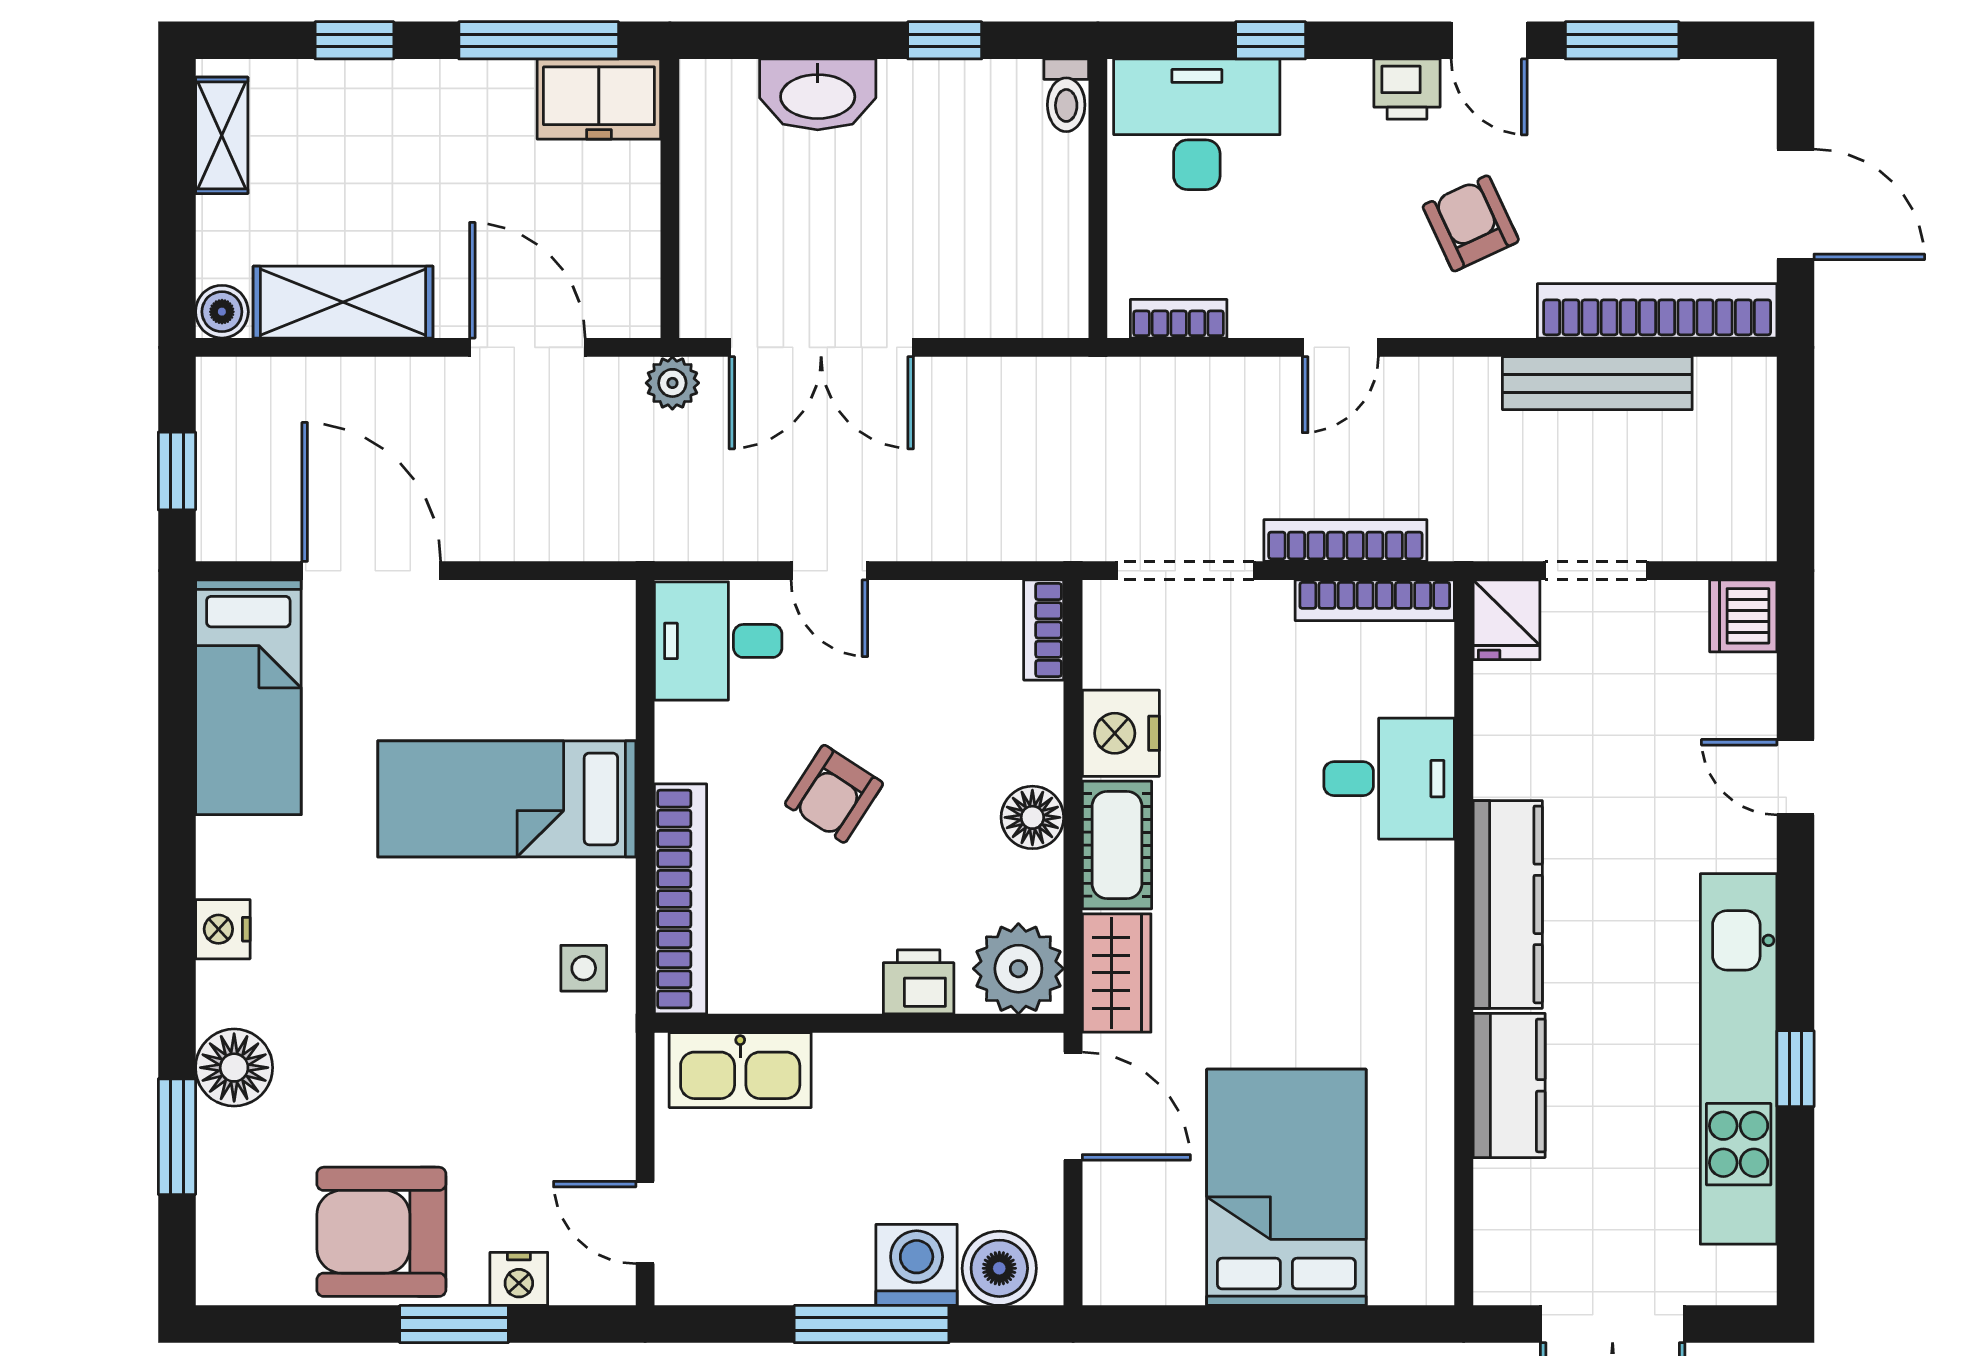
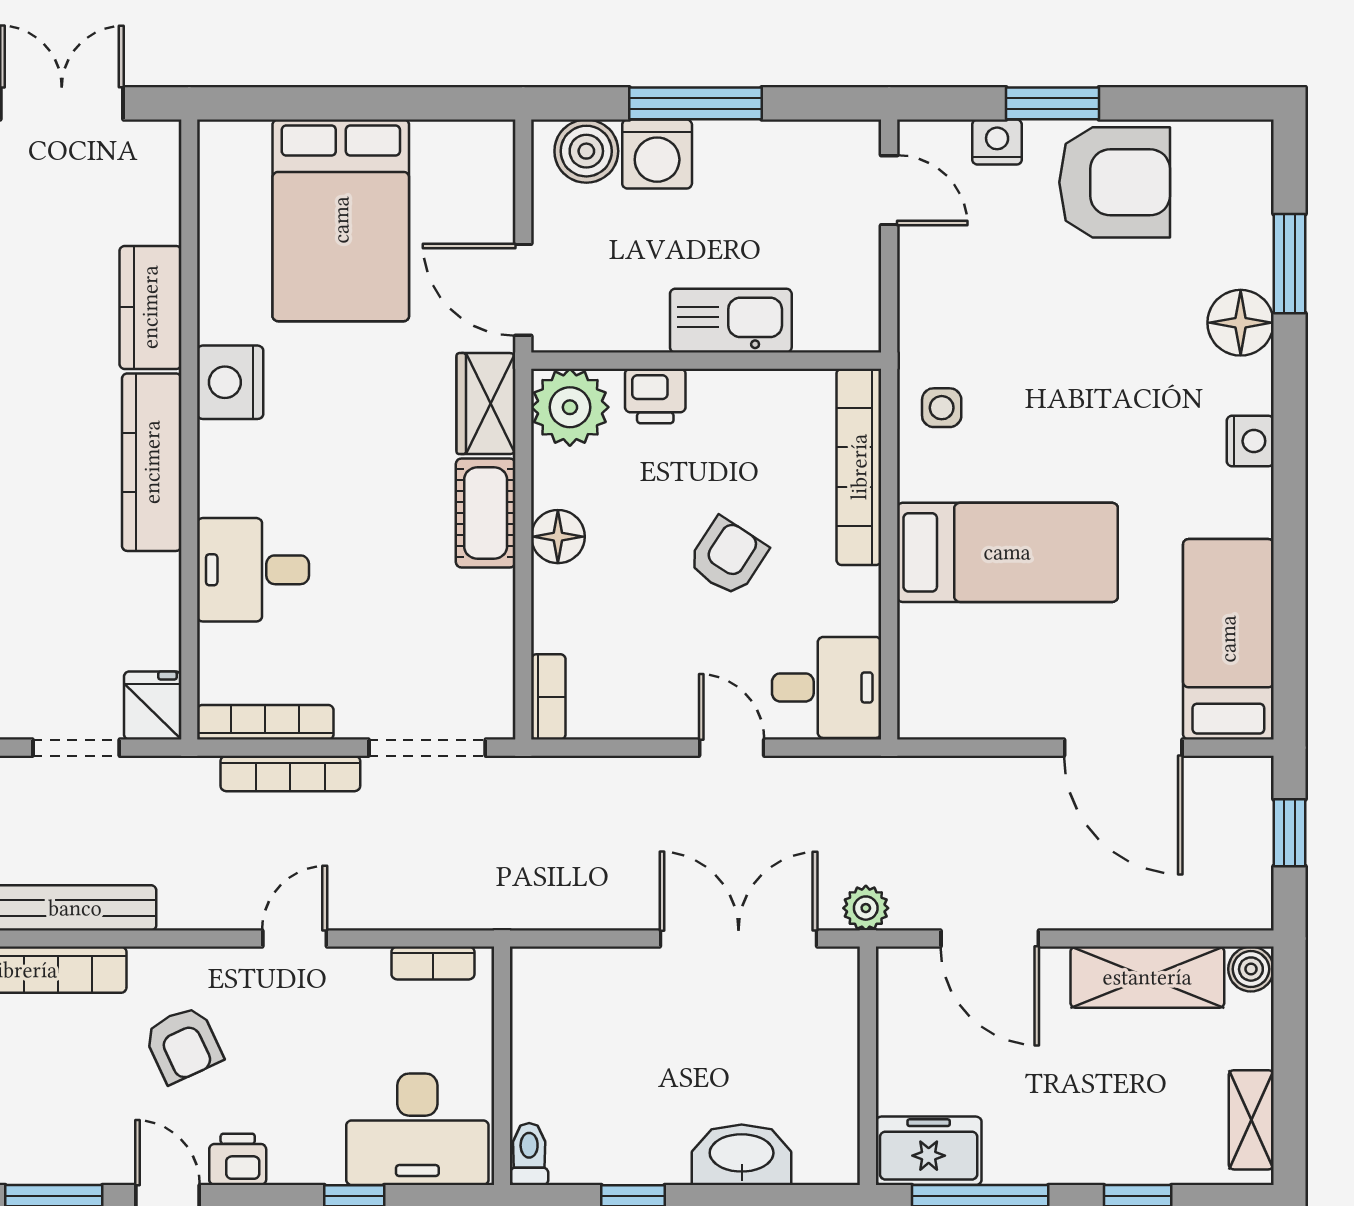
nightstand: (1121, 733) -> (230, 382), moved, turned 180
kitchen sink: (740, 1070) -> (731, 321), moved

